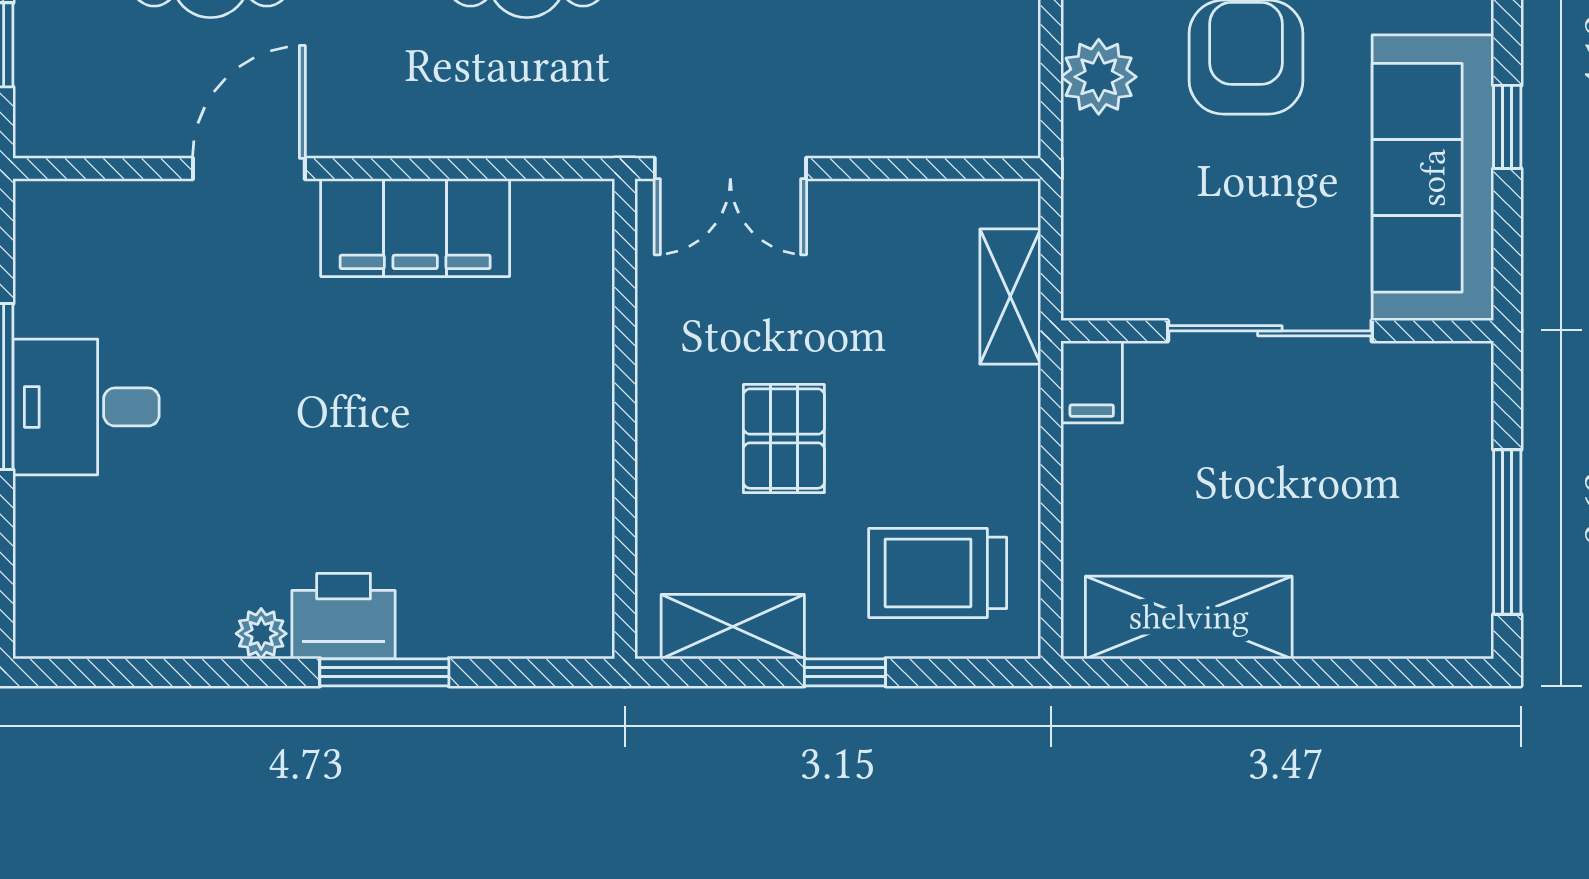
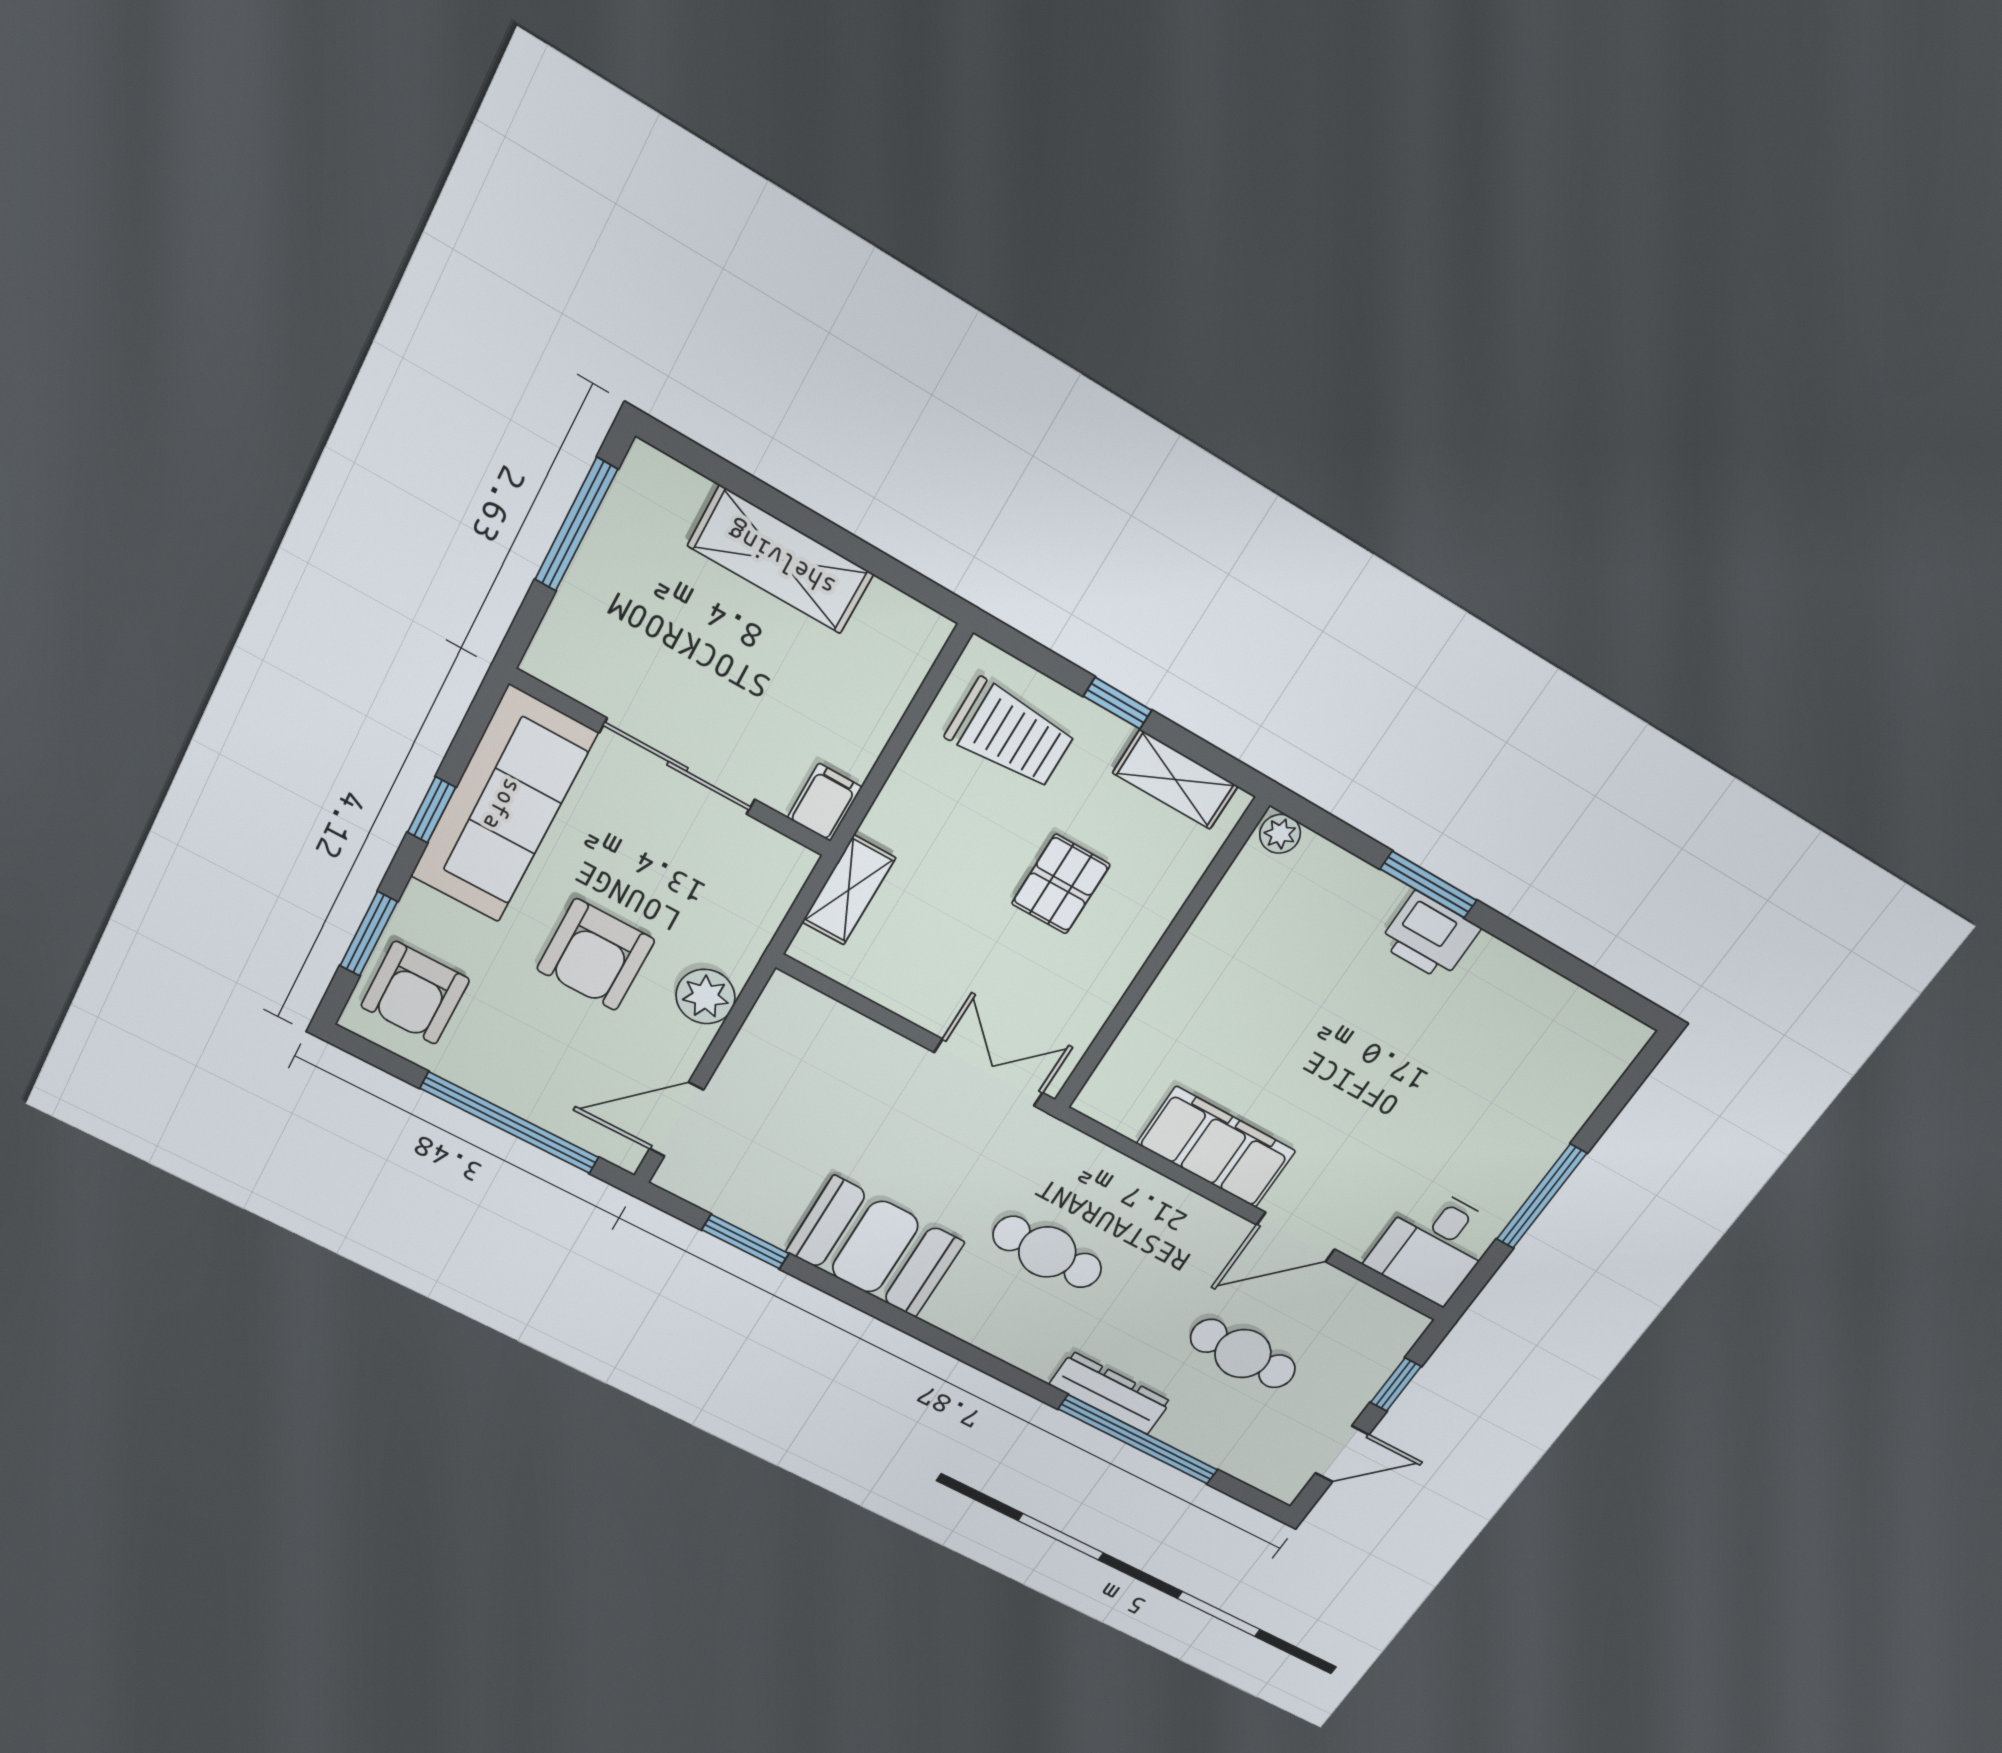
desk: (86, 407) -> (1434, 1246), moved, turned 90
shelving: (1189, 617) -> (781, 560), moved
plant: (261, 634) -> (1280, 834), moved

